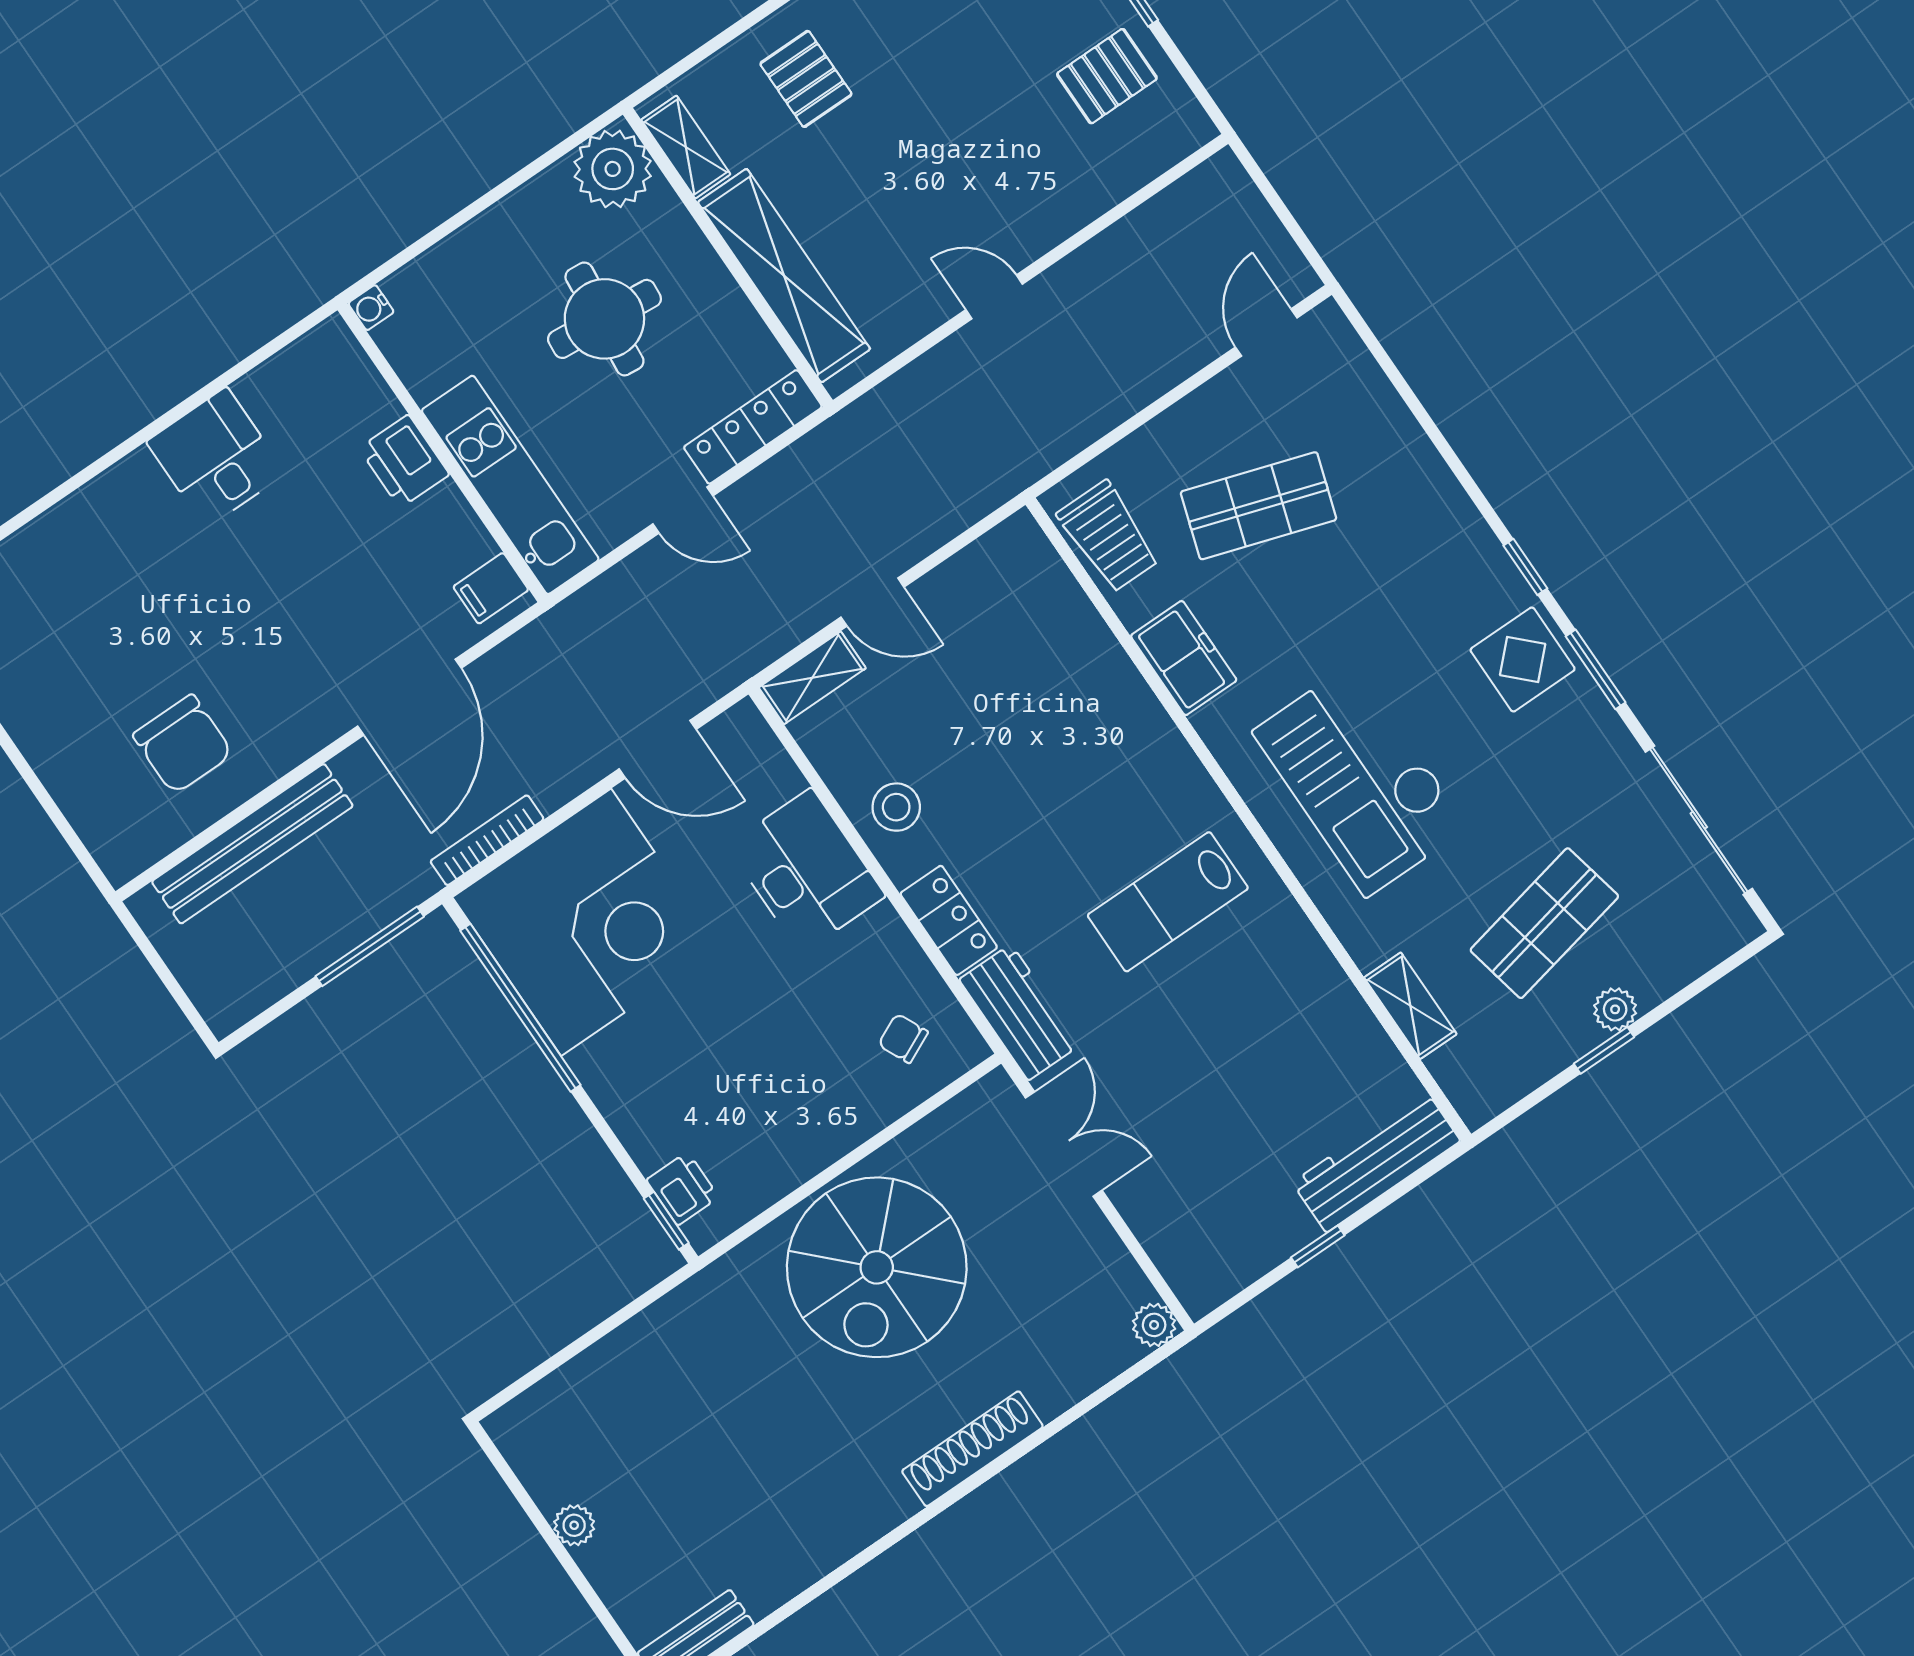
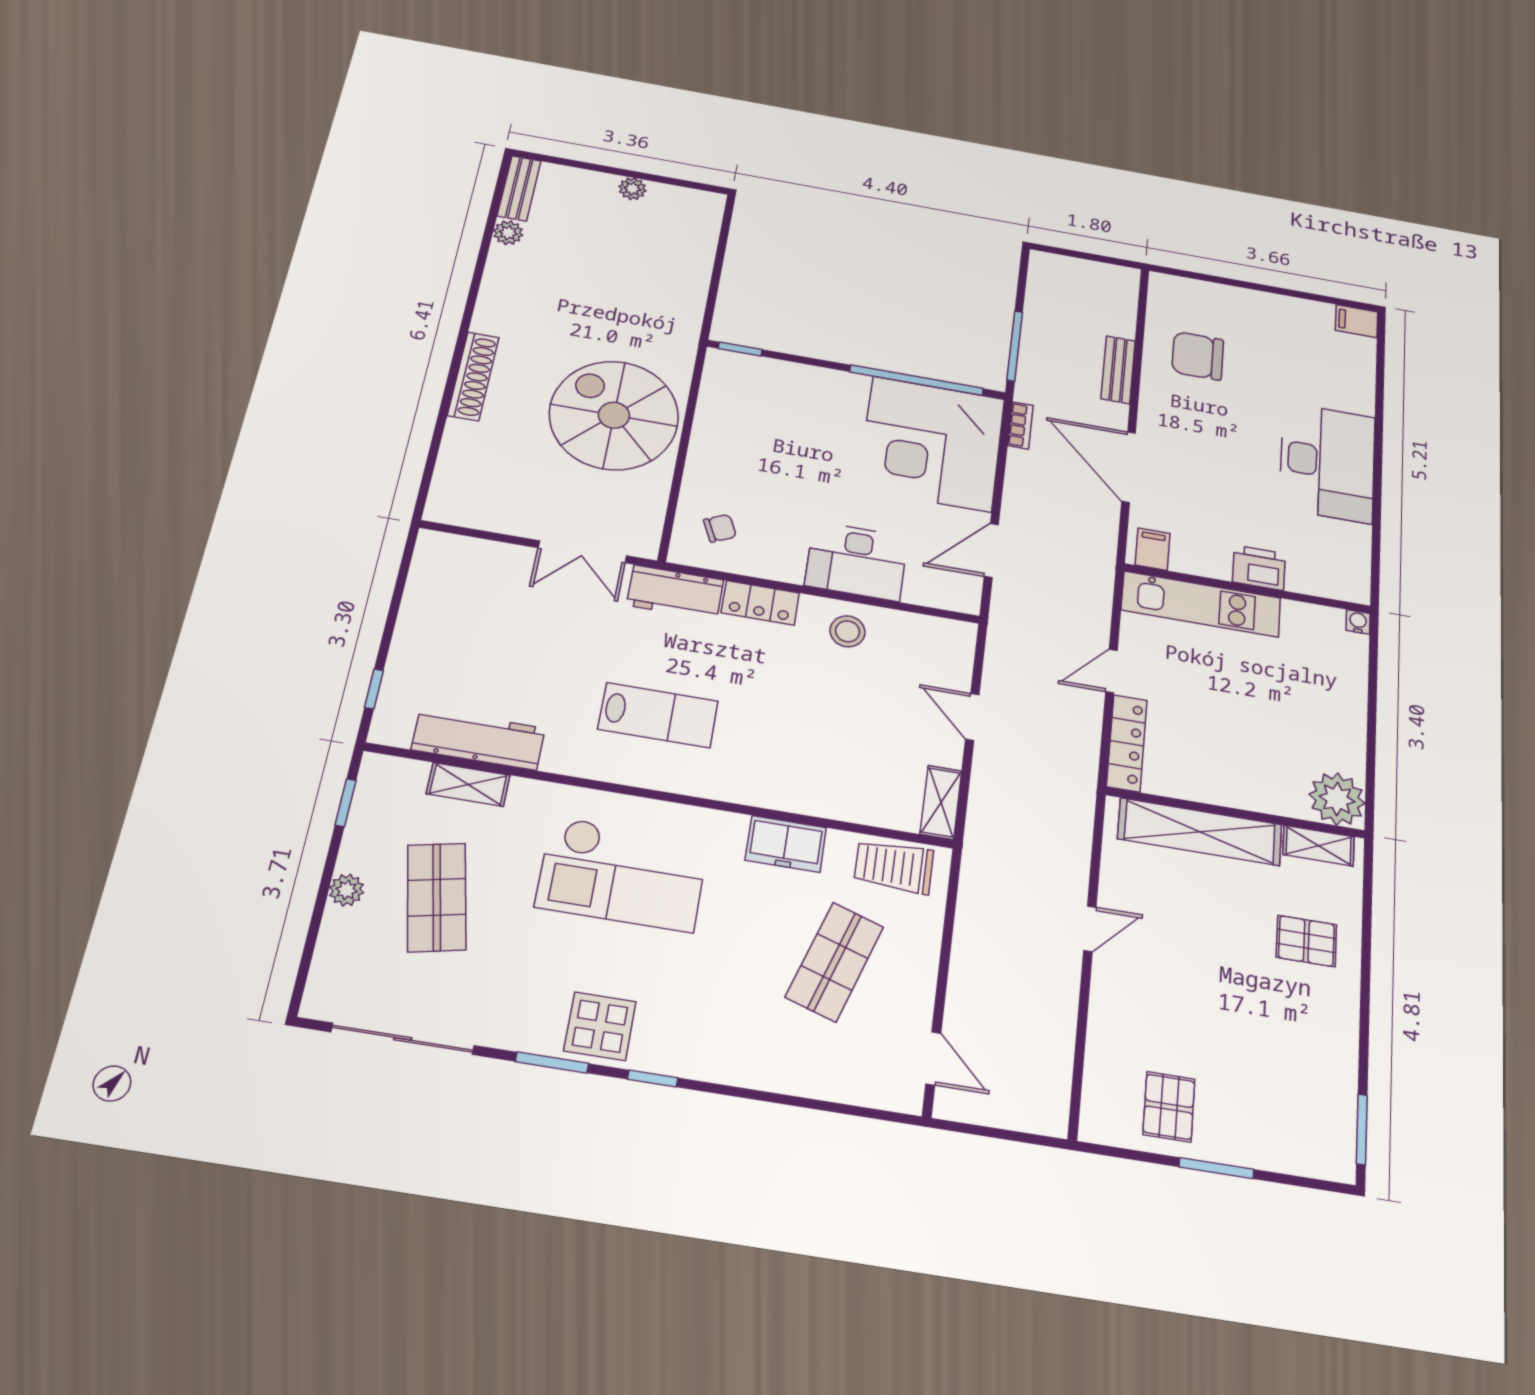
round table: (604, 319) -> (1254, 724), removed
desk: (216, 458) -> (1327, 462), width x1.87, depth x1.30
door: (872, 602) -> (972, 717), hinge flipped
shelving: (812, 678) -> (941, 802), moved
checkout: (1360, 780) -> (622, 874), turned 180
bookcase: (487, 840) -> (1020, 425), width x0.64
bench: (252, 844) -> (1118, 370), width x0.54, depth x0.82
lab bench: (1168, 902) -> (658, 715), turned 90
window: (1604, 1050) -> (346, 803), moved
workbench: (1376, 1162) -> (478, 739), moved, turned -90
printer: (683, 1189) -> (749, 369), removed
window: (1318, 1246) -> (374, 689), moved
plant: (1154, 1325) -> (508, 233), moved

